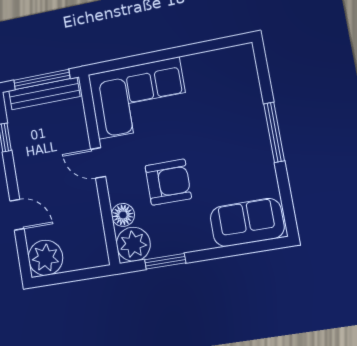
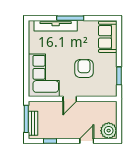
bench: (44, 94) -> (33, 123), width x0.73
tv unit: (251, 103) -> (56, 26), added
floor lamp: (123, 215) -> (95, 91), removed
plant: (133, 244) -> (109, 89), removed

